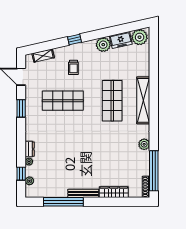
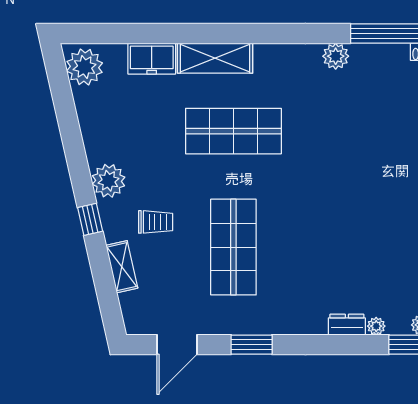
freezer: (121, 40) -> (152, 59), moved, turned 103
plant: (103, 45) -> (108, 181), moved
shelving: (43, 56) -> (122, 267), moved
shelving: (143, 100) -> (215, 58), width x0.68

